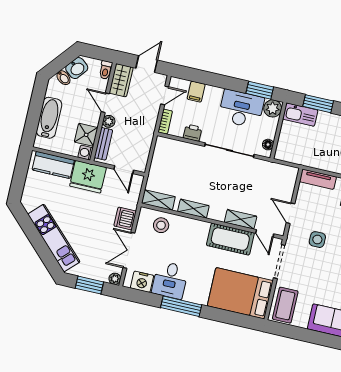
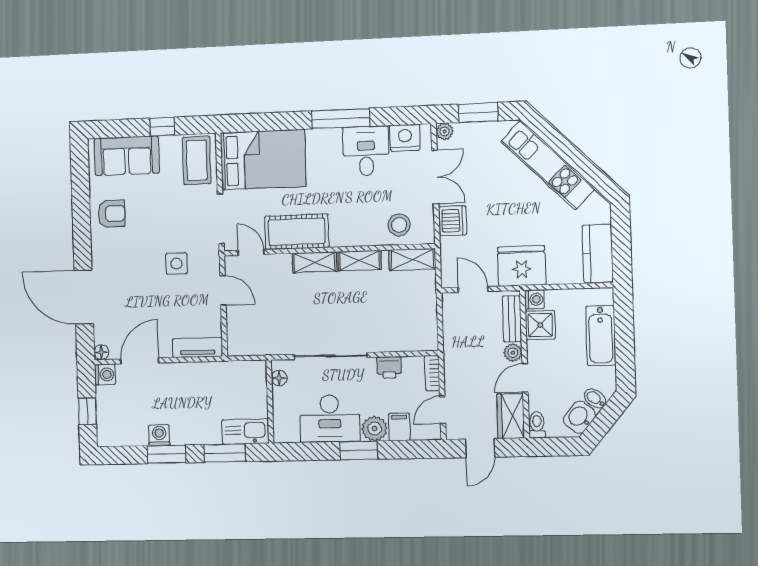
window: (260, 90) -> (359, 450), moved
door: (105, 103) -> (525, 378), swing flipped
plant: (273, 108) -> (374, 429), moved
kitchen counter: (53, 165) -> (598, 253), moved, turned -90
shelving: (241, 219) -> (315, 262), moved
window: (303, 334) -> (162, 127), added

